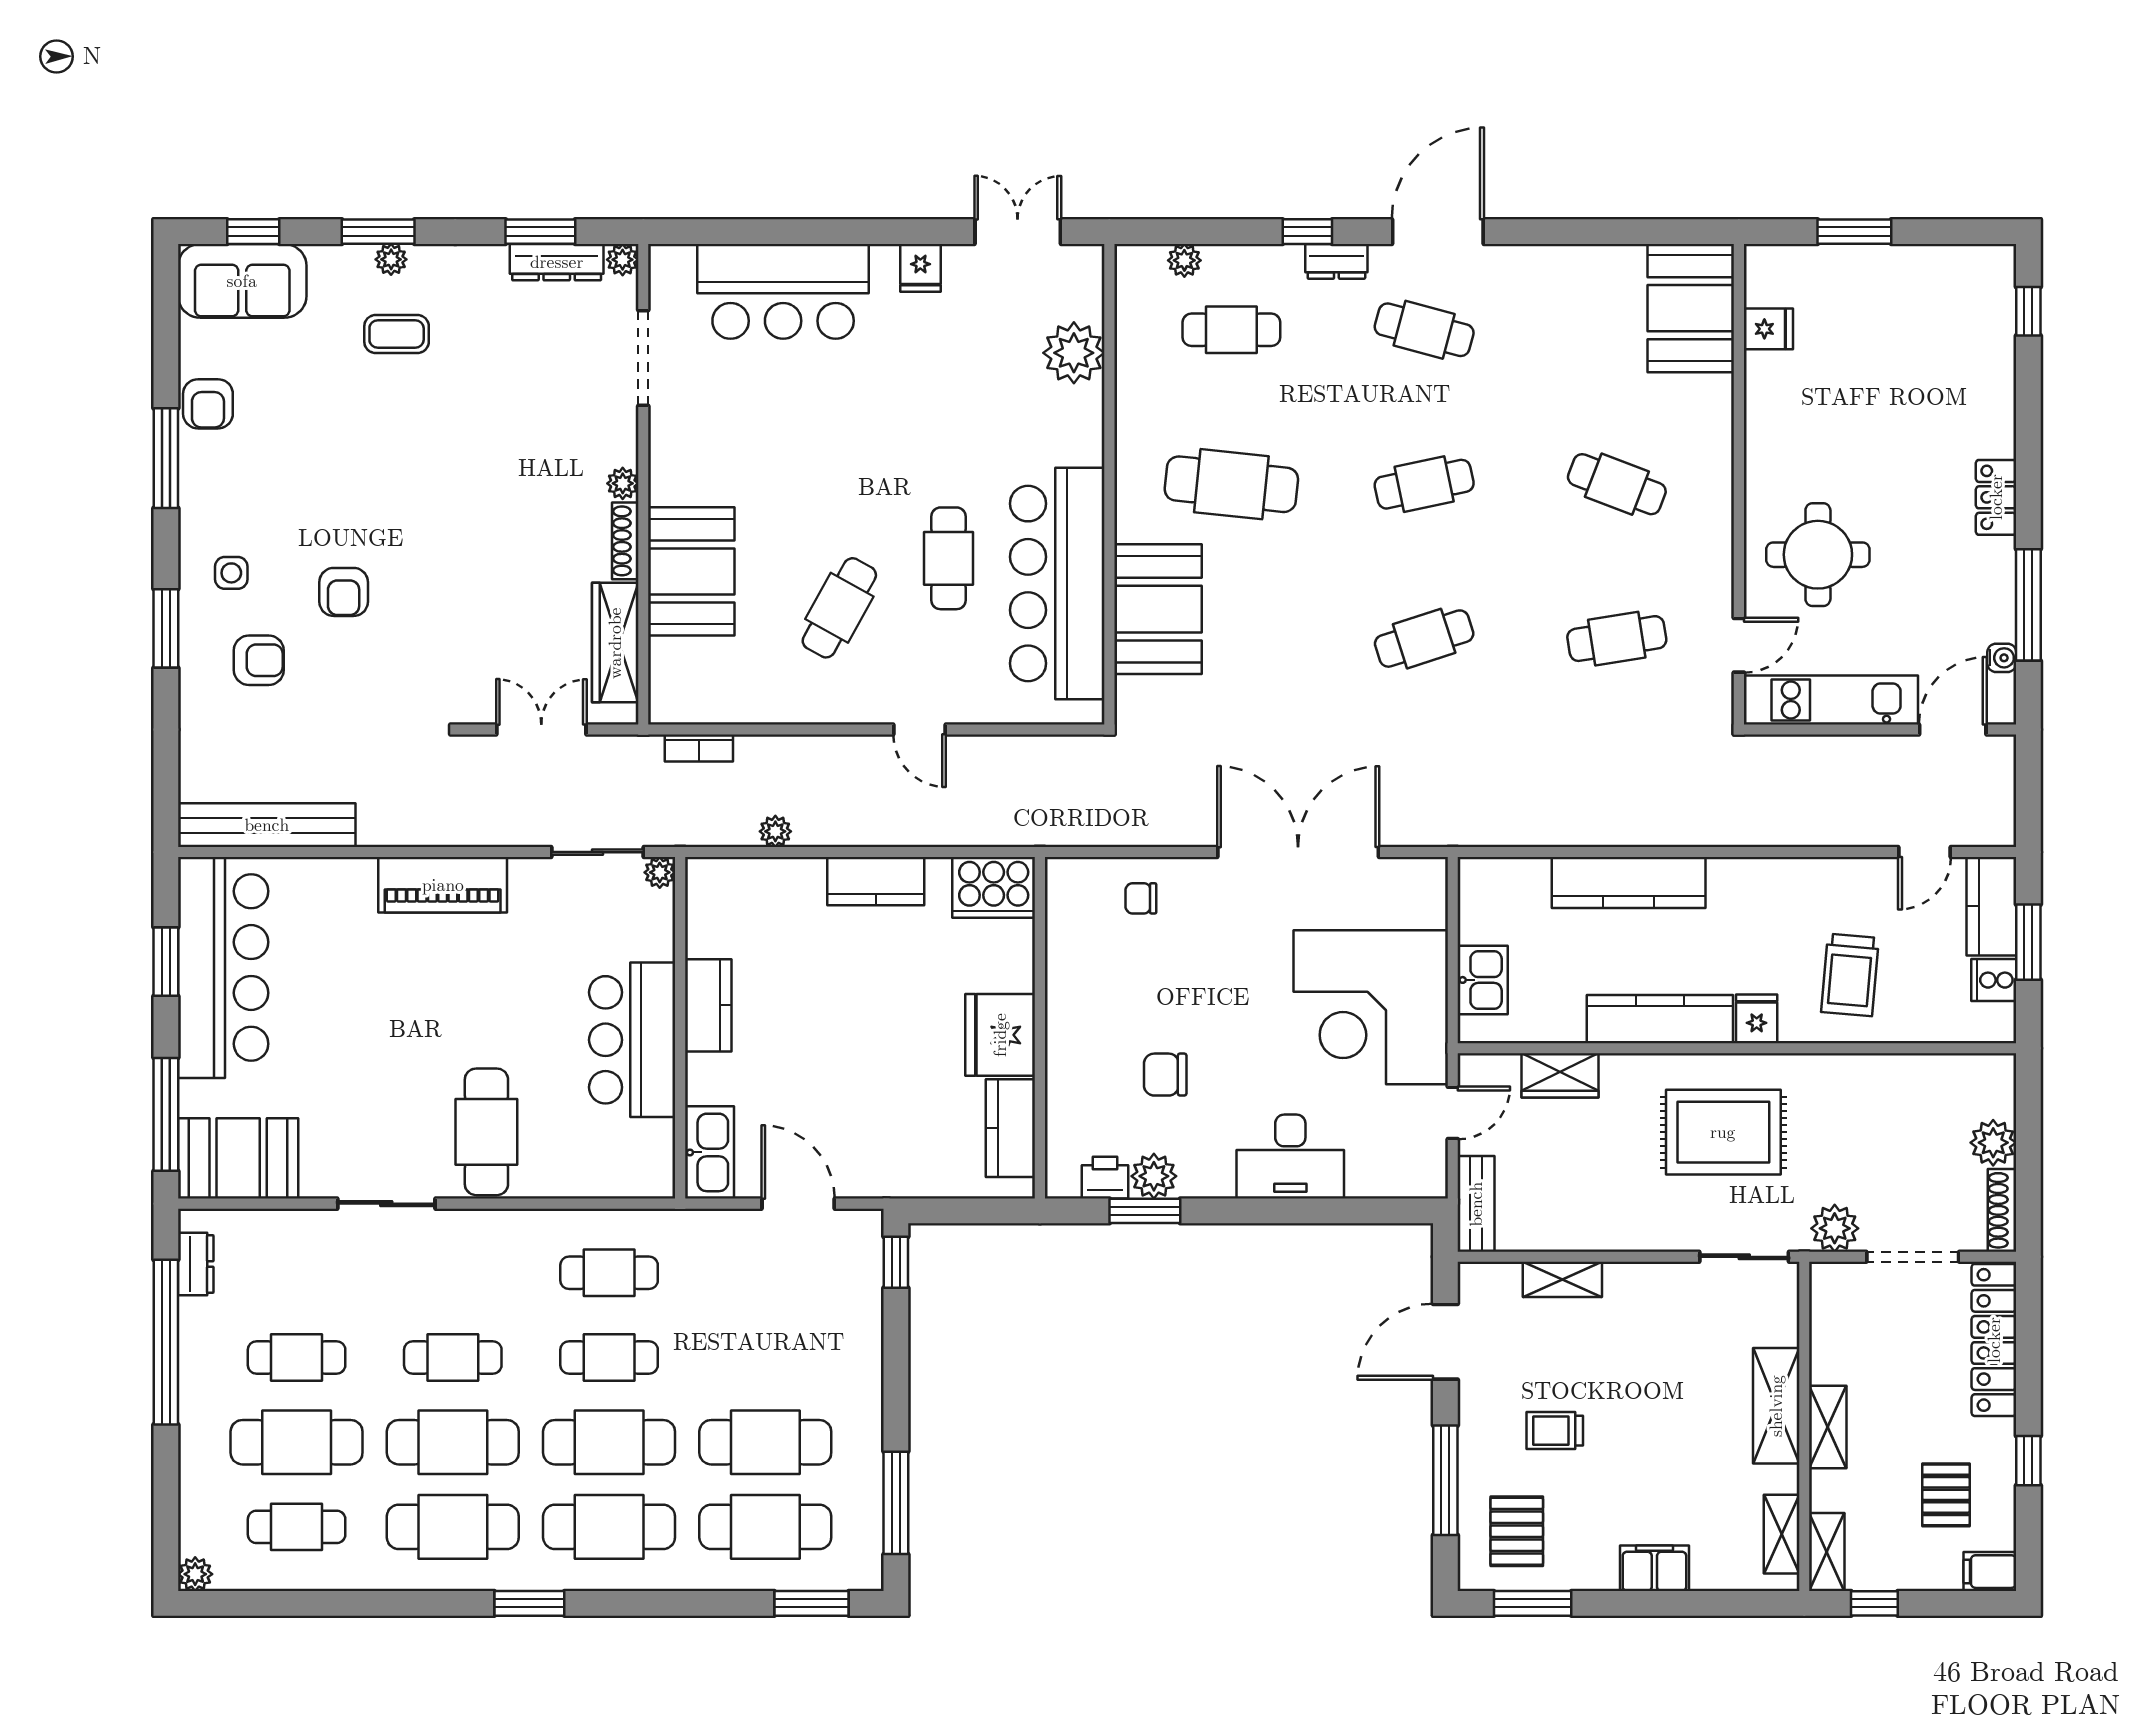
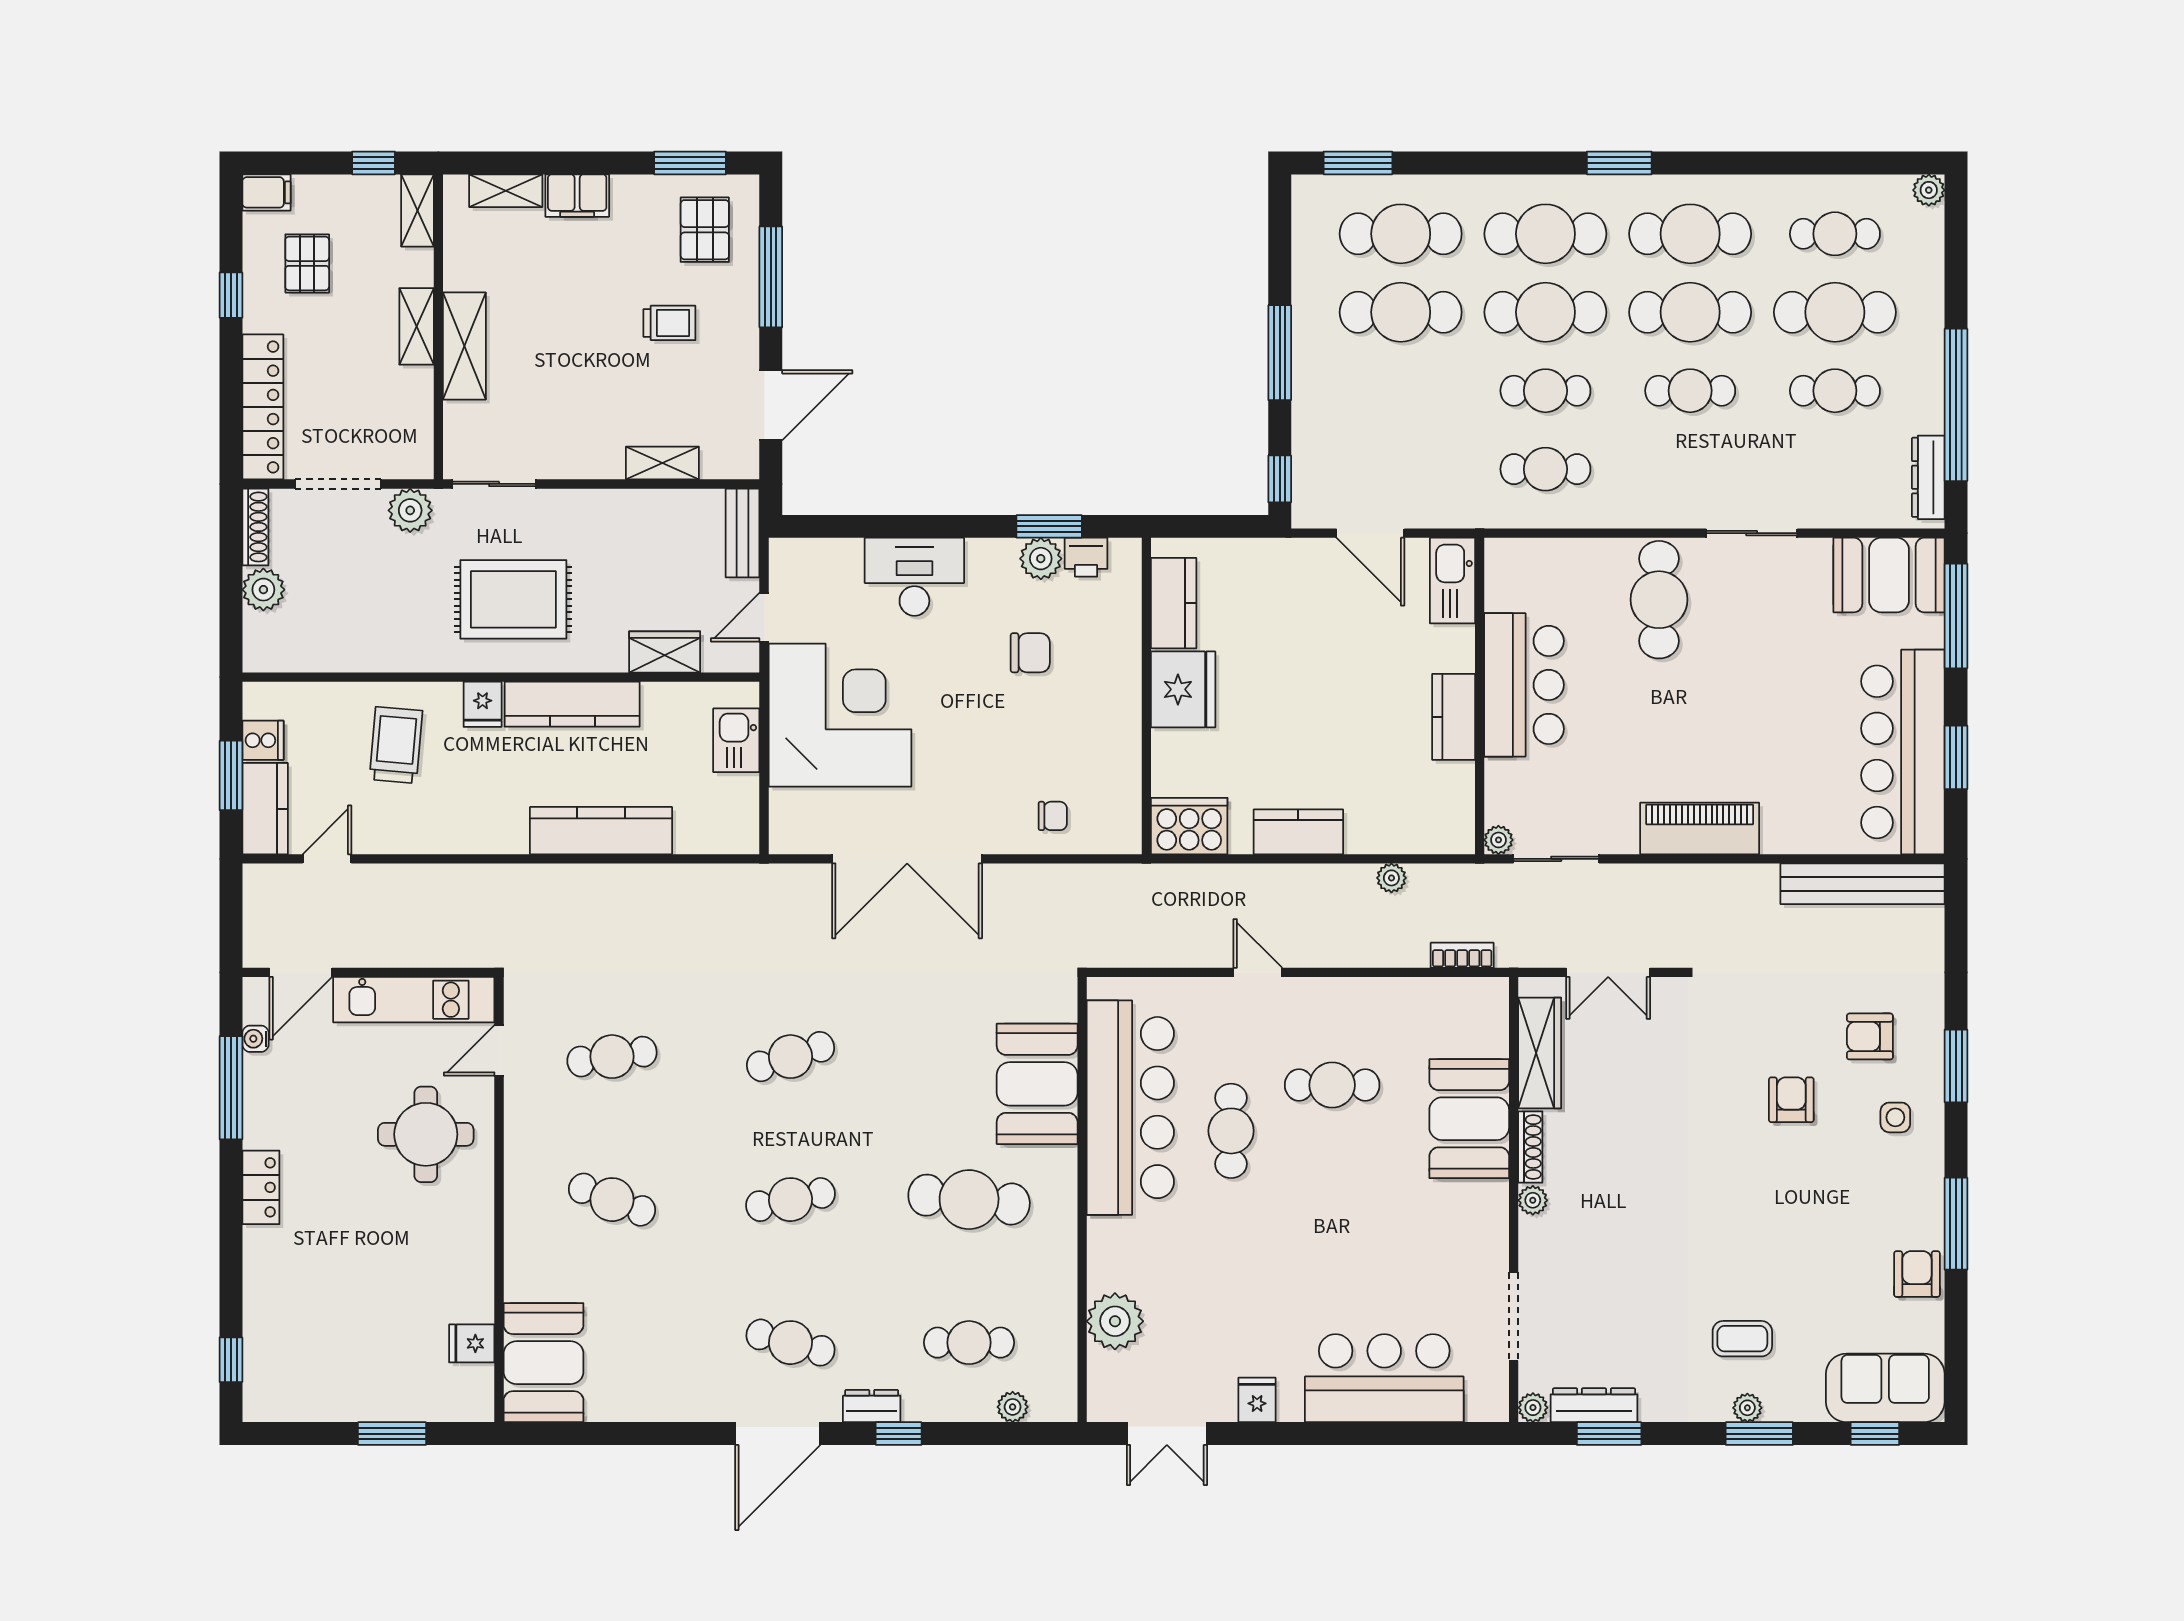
cafe table: (839, 608) -> (1332, 1085), turned 61
dresser: (196, 1264) -> (1928, 477), width x1.44
window: (896, 1503) -> (1280, 353), moved
shelving: (1782, 1534) -> (506, 191), moved, turned 90

